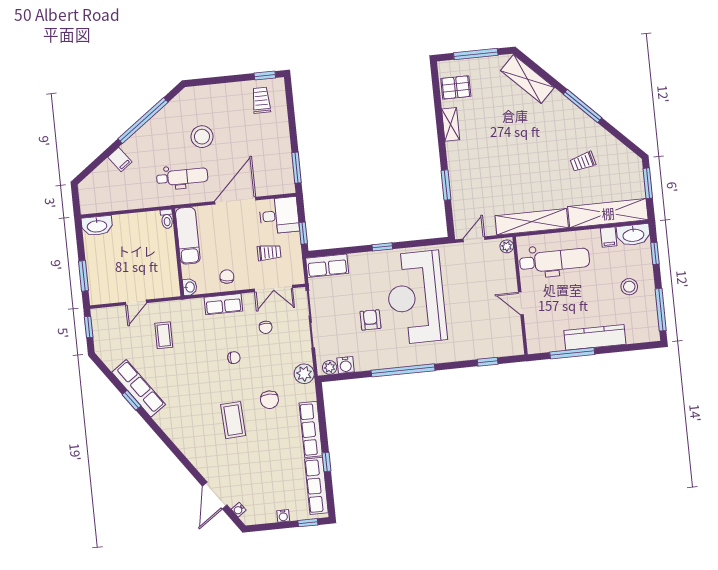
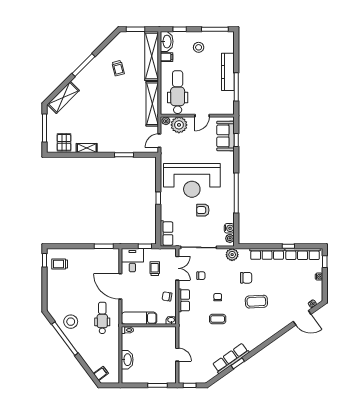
stool: (202, 137) -> (71, 322), moved
filing cabinet: (120, 159) -> (101, 373), moved
washbasin: (97, 226) -> (127, 360), moved
door: (474, 239) -> (159, 141), hinge flipped
plant: (502, 268) -> (179, 125), added
coffee table: (164, 335) -> (218, 319), moved
sofa: (492, 344) -> (226, 136), added

